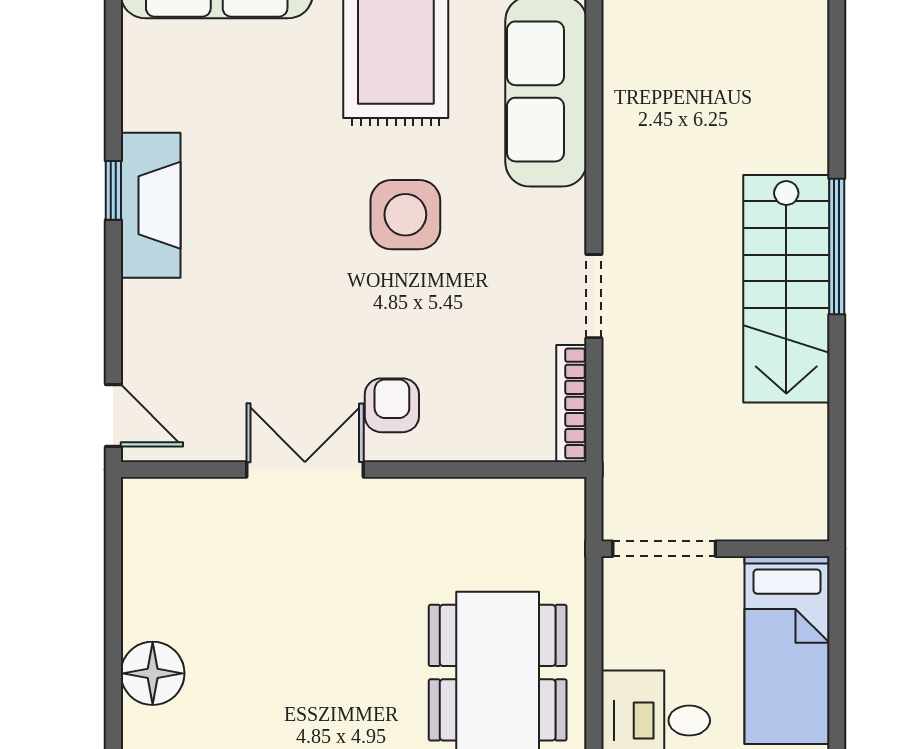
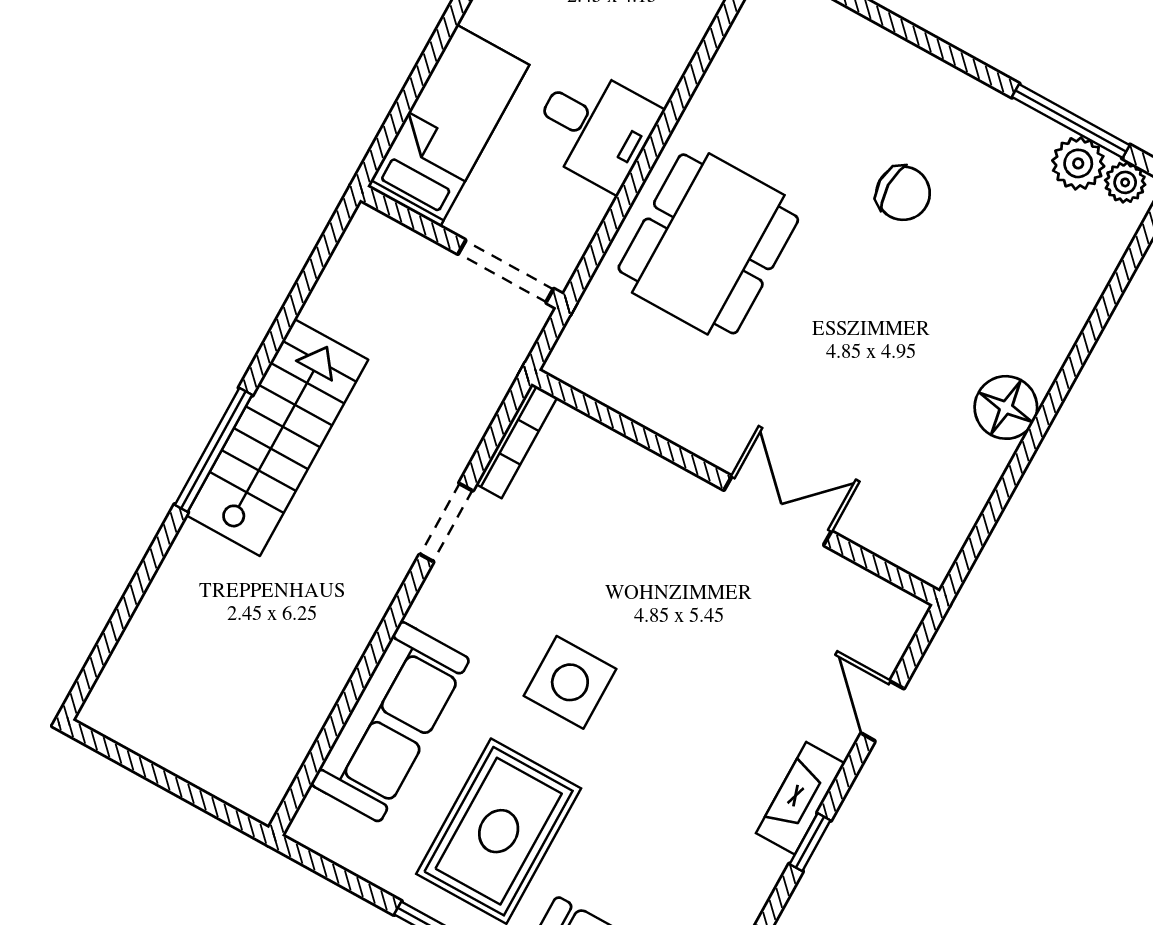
fireplace: (151, 205) -> (800, 798), width x0.73, depth x0.76
armchair: (392, 405) -> (672, 525), removed
door: (113, 416) -> (882, 711), moved
double door: (305, 469) -> (778, 511), swing flipped

